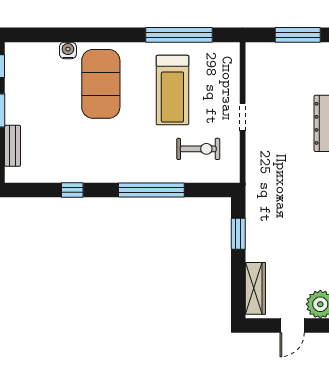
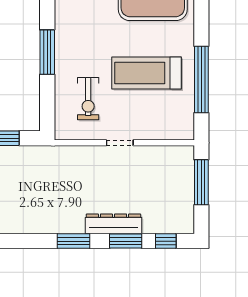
window: (298, 35) -> (201, 182), moved
window: (151, 190) -> (47, 52), width x0.68

